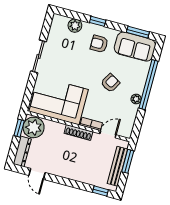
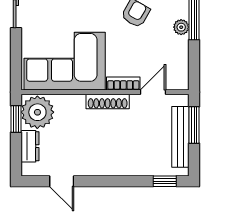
dresser: (22, 151) -> (30, 146), width x0.70

